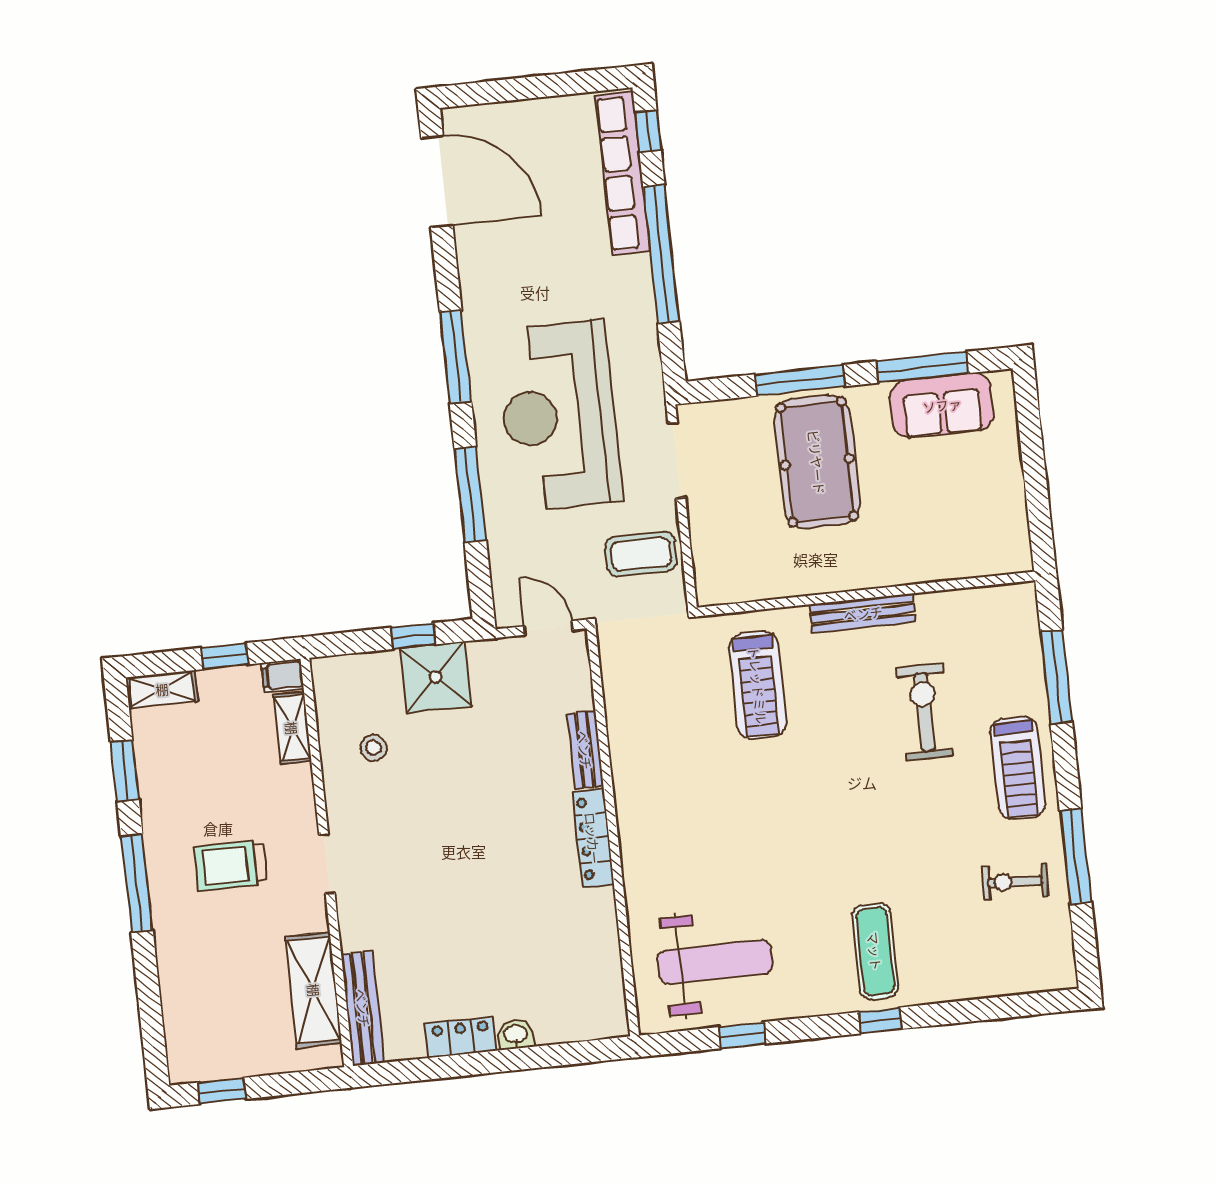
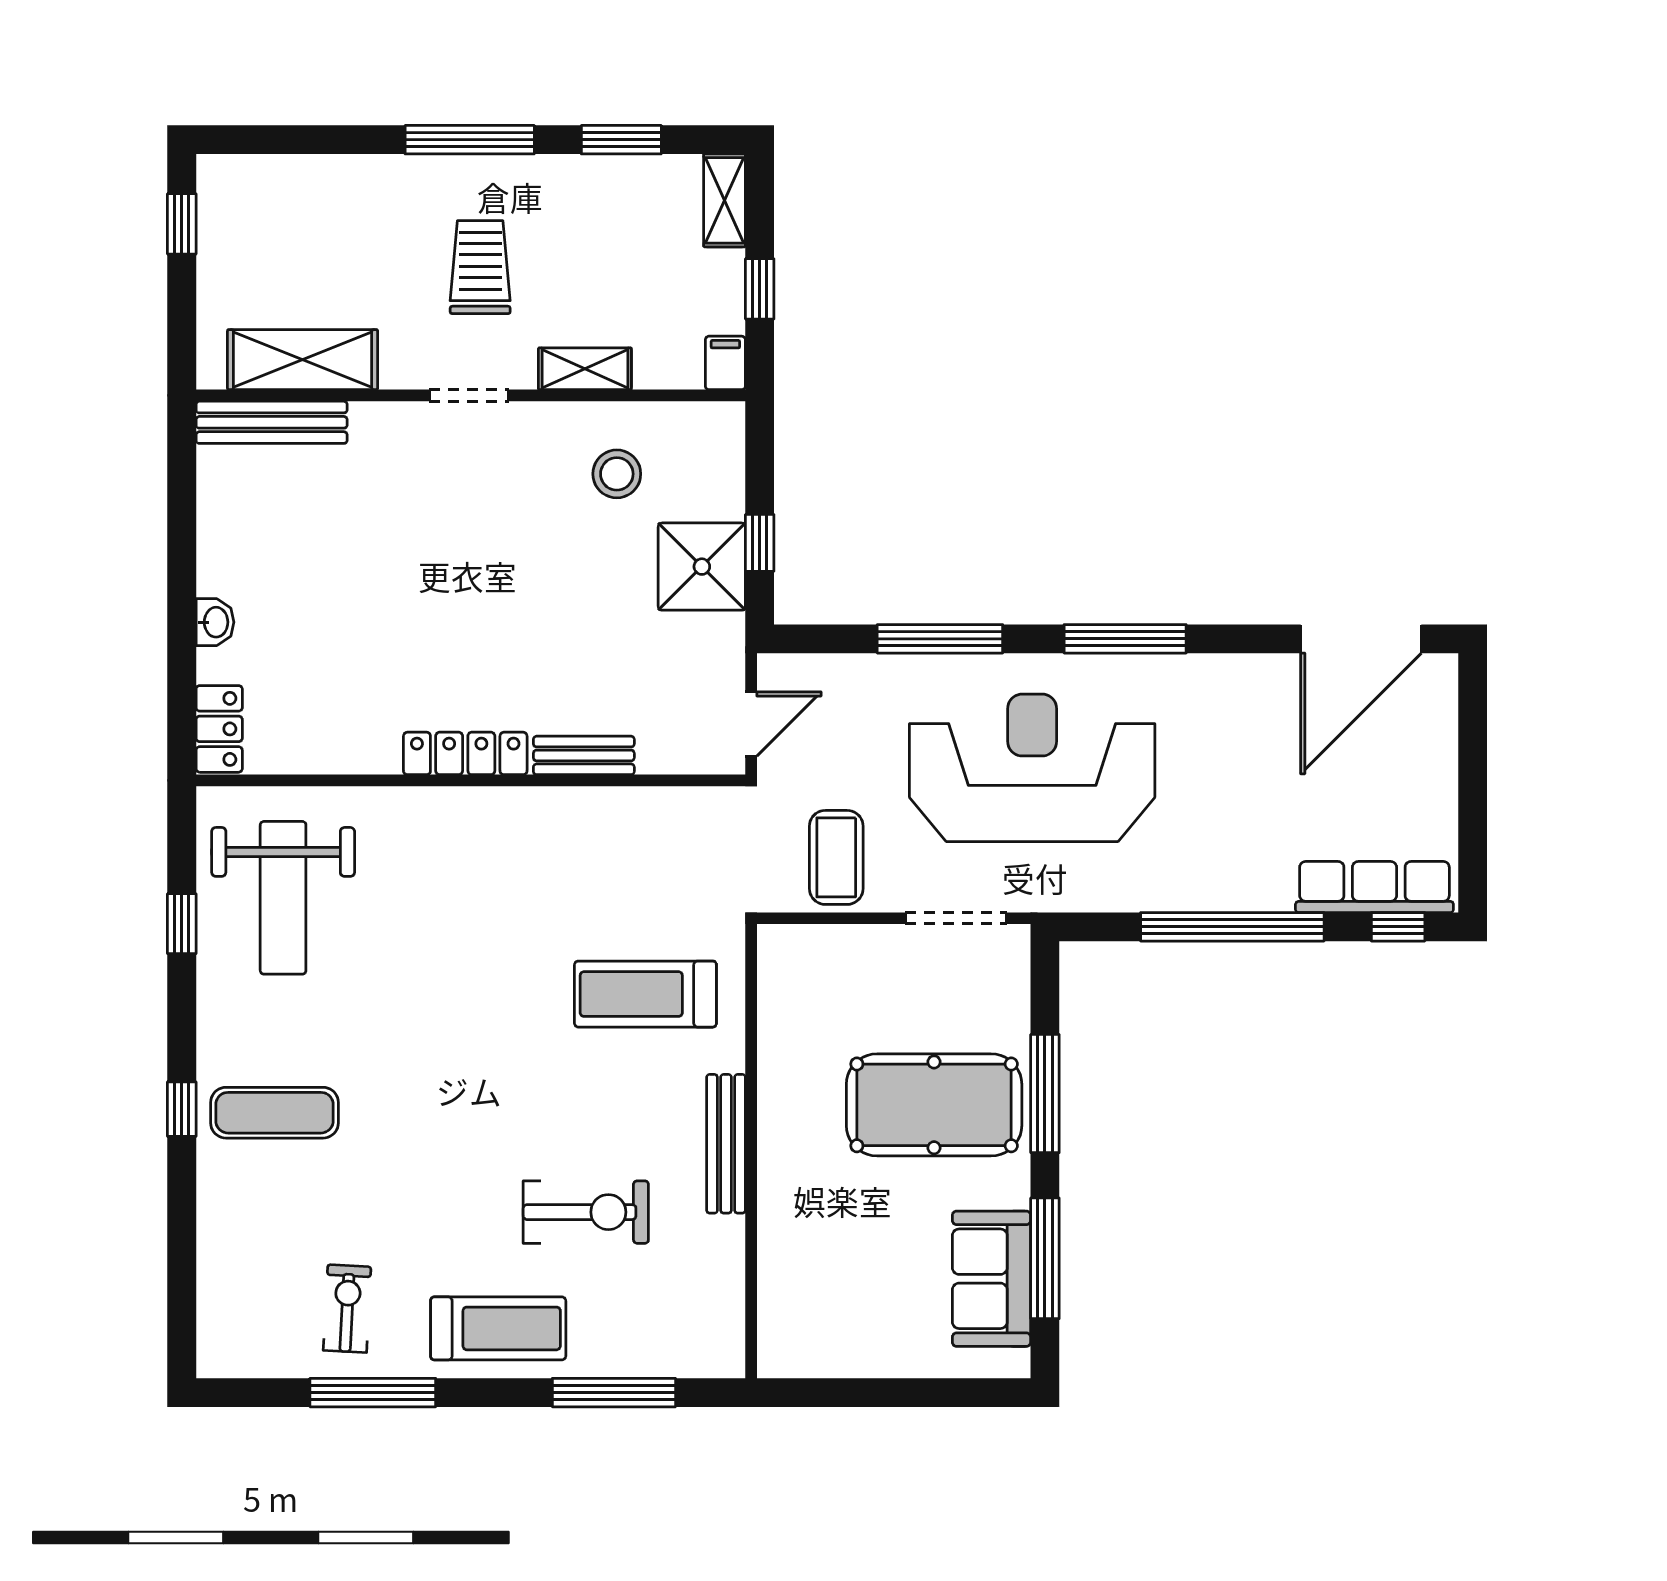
row of seats: (623, 173) -> (1374, 887), width x0.73
shelving: (292, 728) -> (585, 369), moved
stool: (373, 748) -> (617, 474), width x1.37, depth x1.37
treadmill: (1018, 768) -> (498, 1328), turned 180
locker: (461, 1037) -> (219, 729), moved

